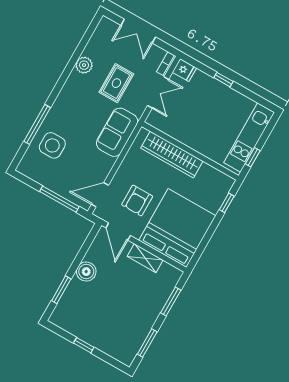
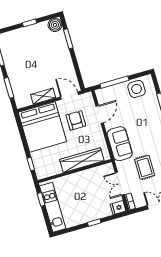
side table: (52, 145) -> (137, 89), moved
door: (100, 195) -> (100, 114), moved
boiler: (86, 272) -> (55, 25), moved

